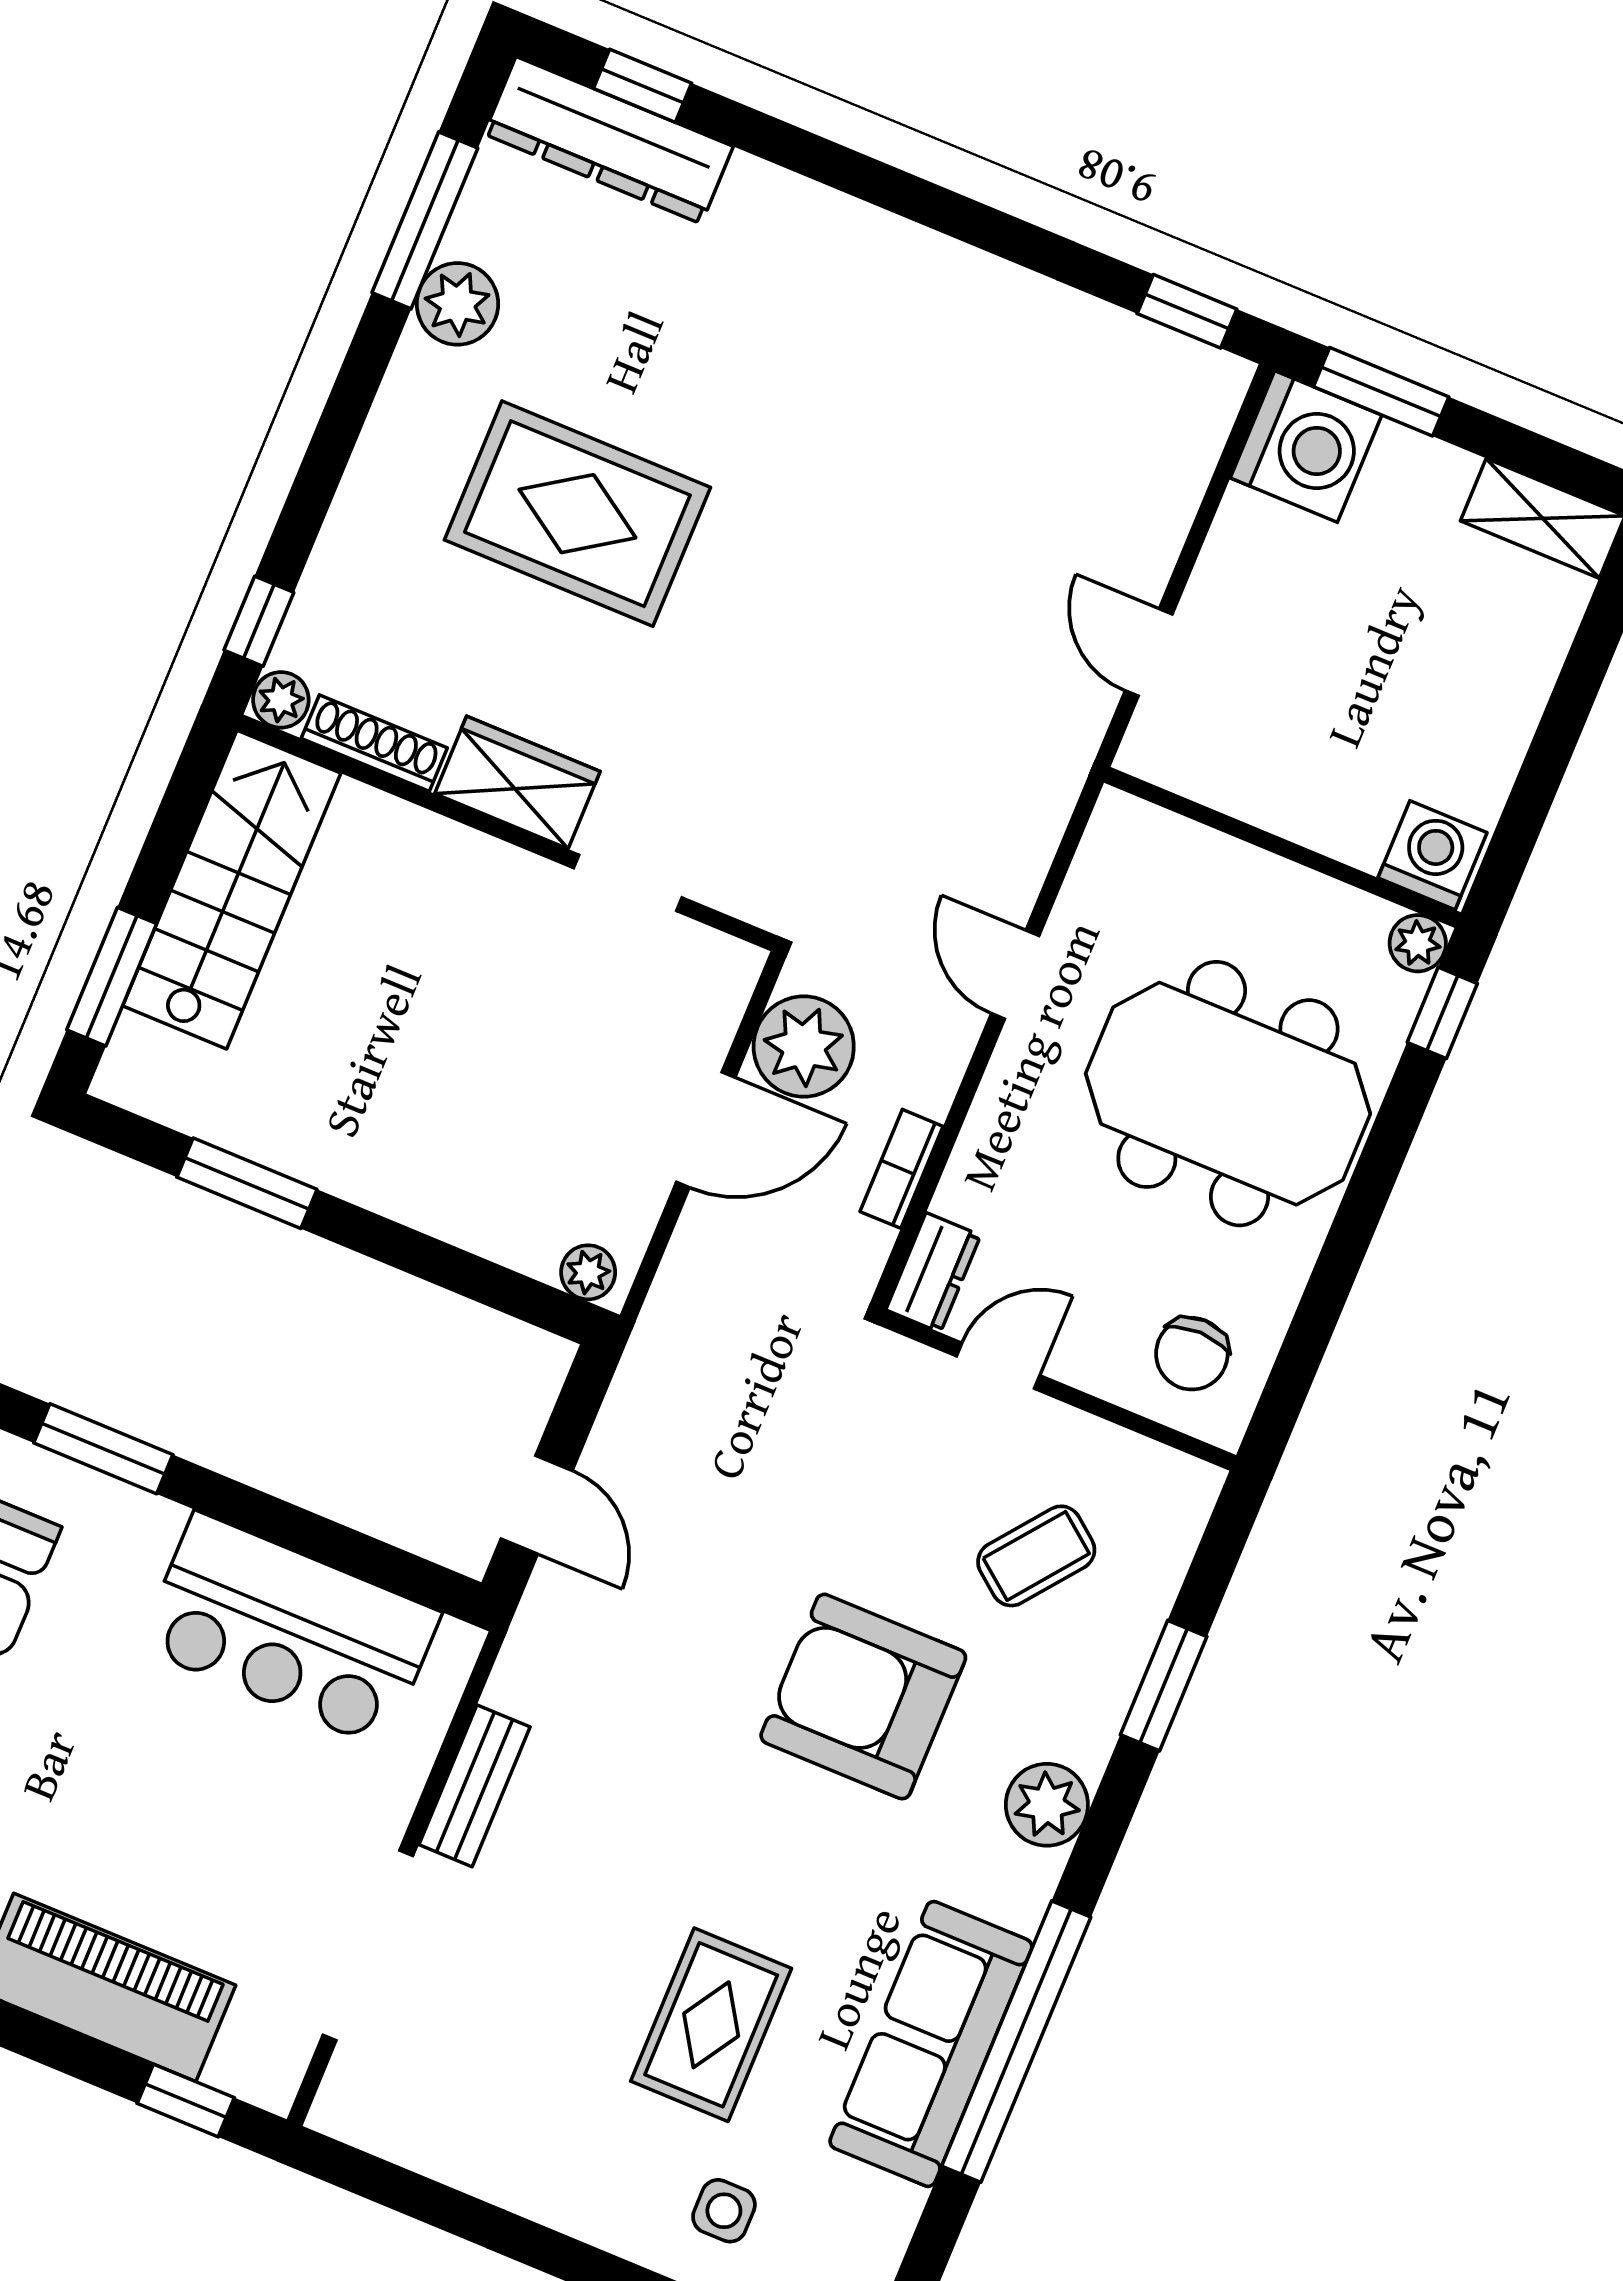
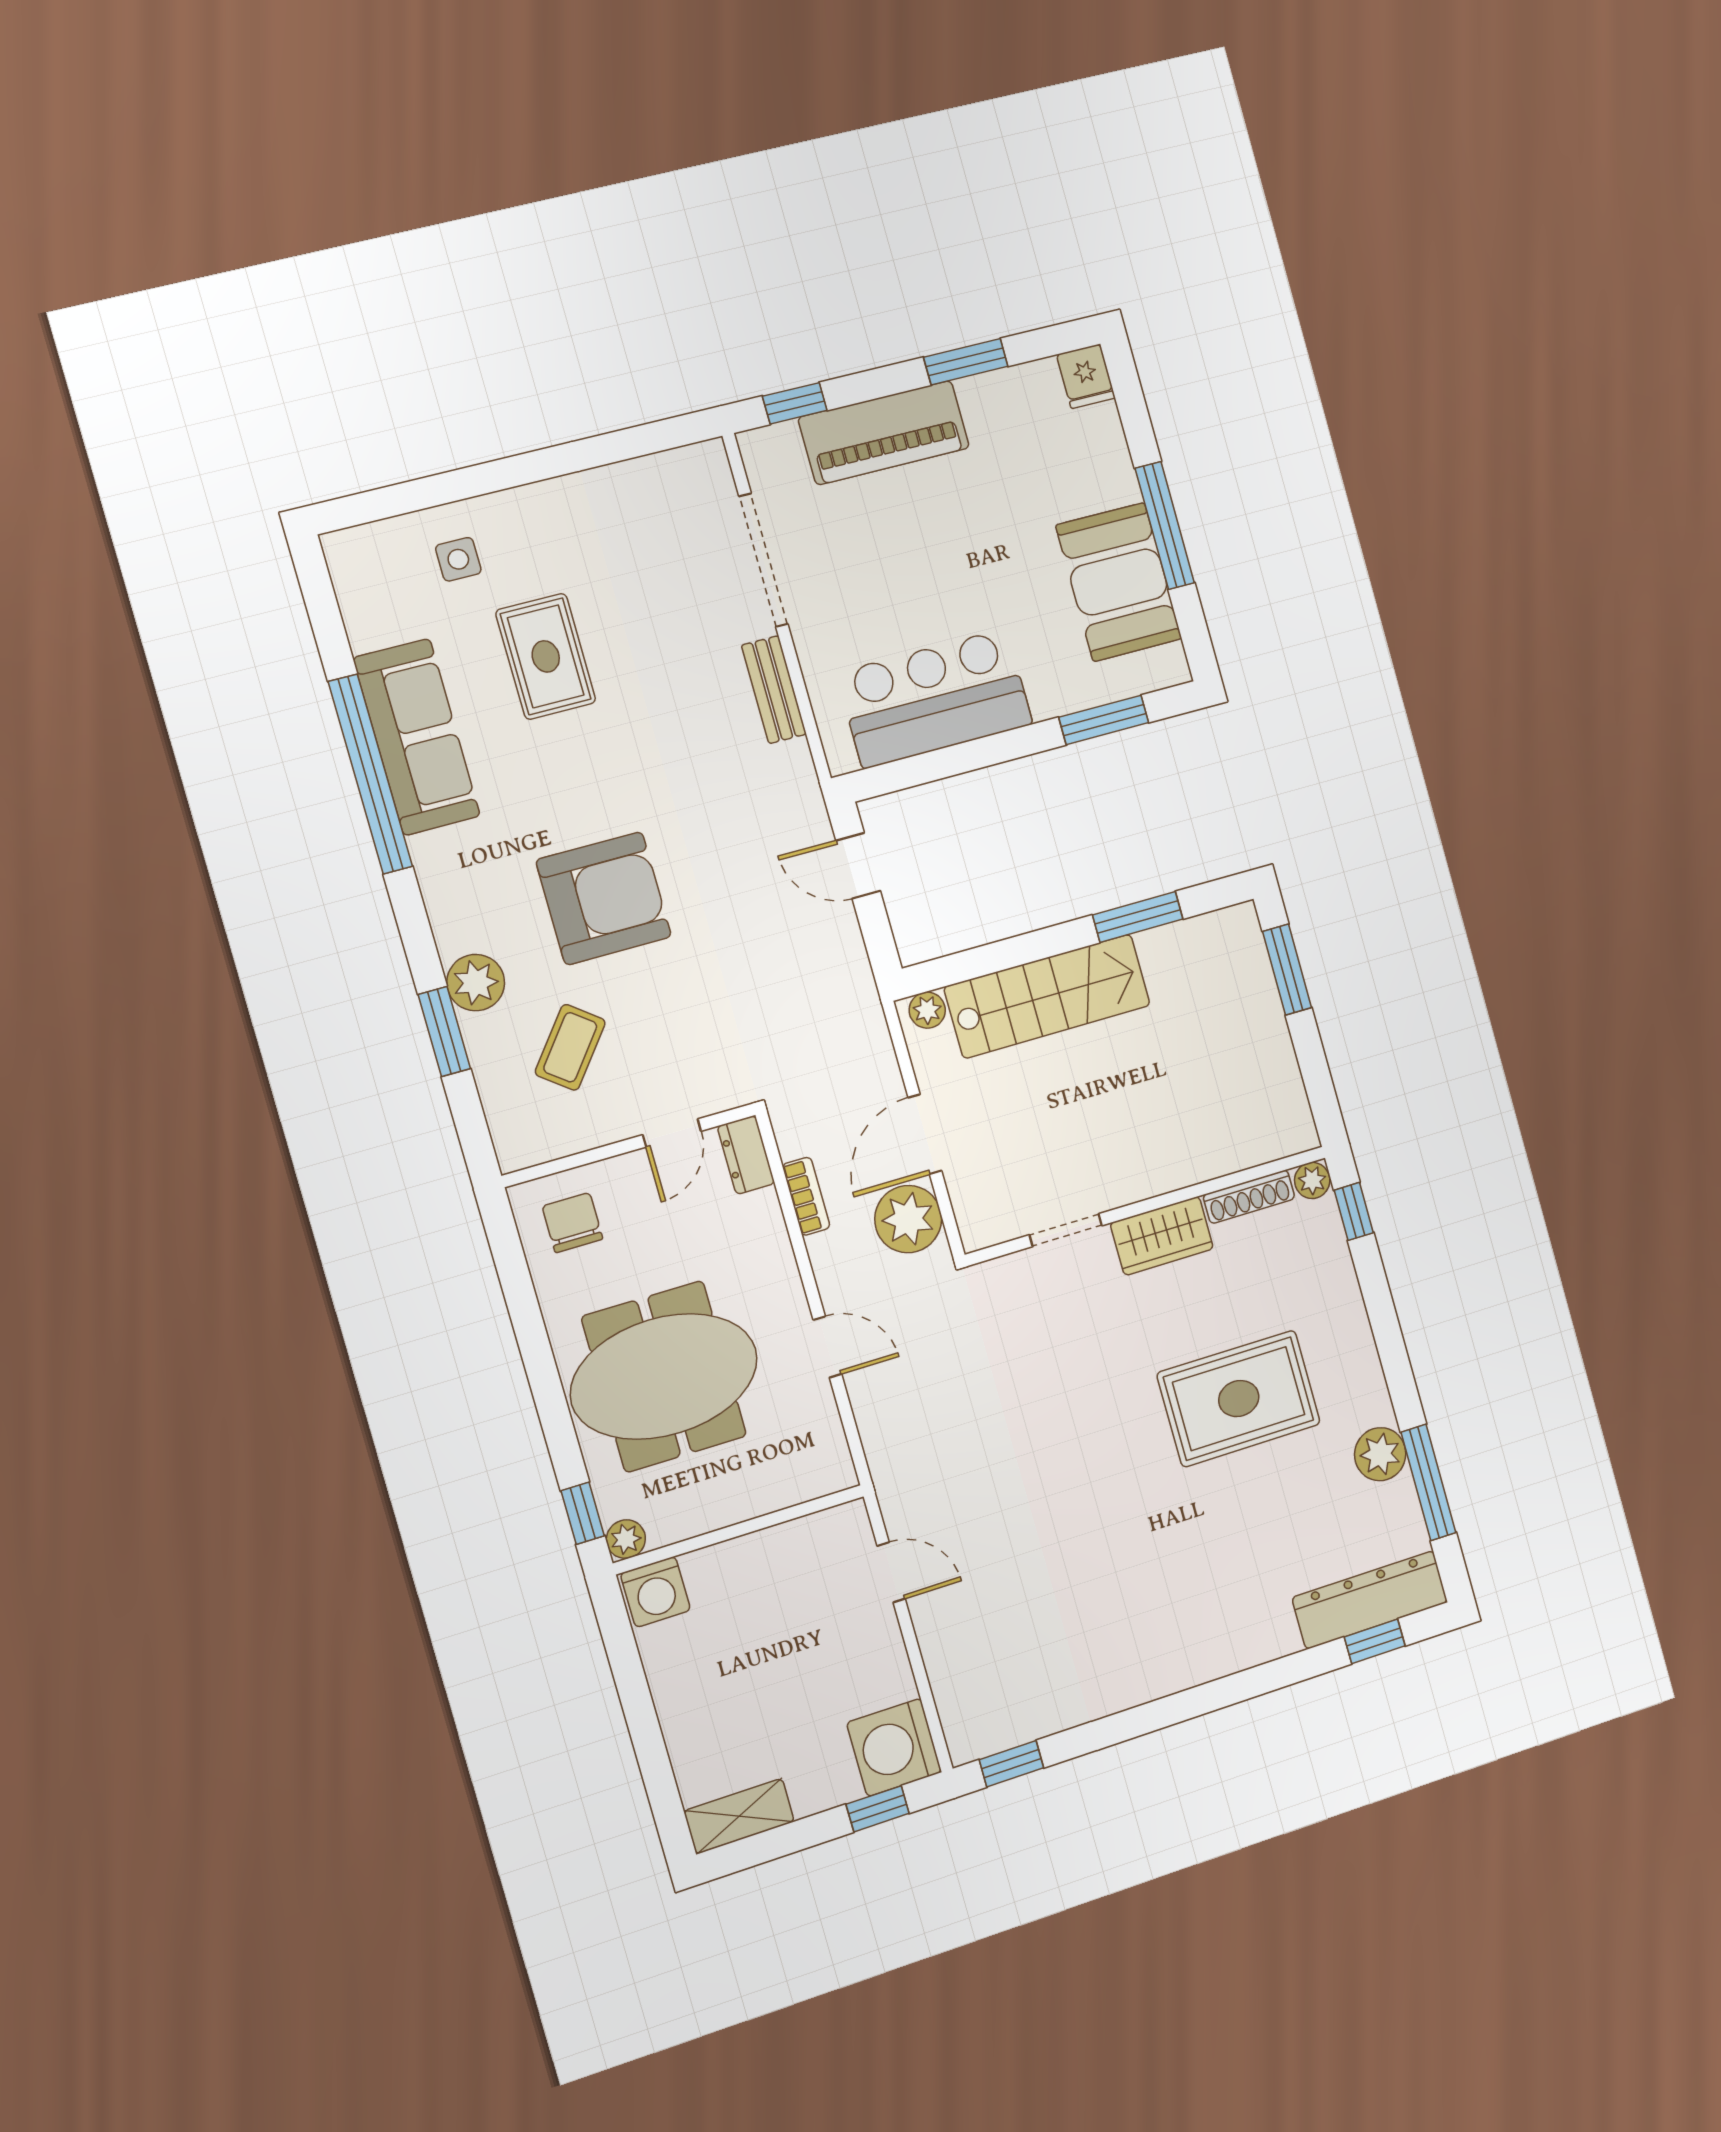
window: (1381, 392) -> (878, 1809), width x0.67
stairs: (232, 890) -> (1047, 996), moved, turned -90
plant: (1047, 1805) -> (476, 983), moved

